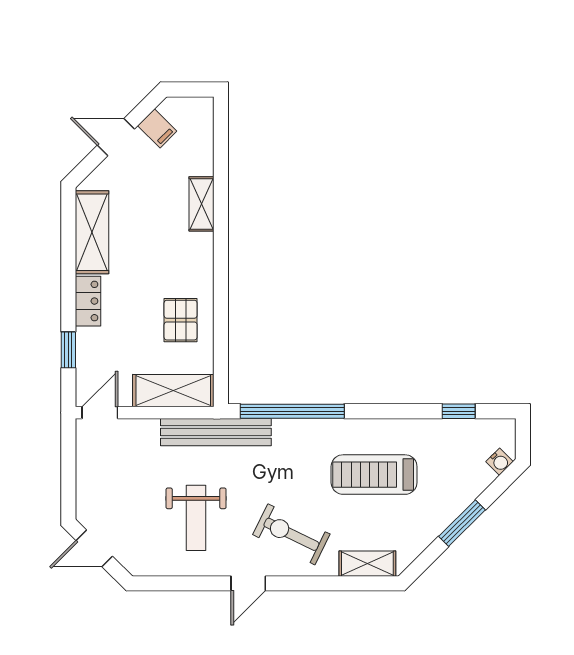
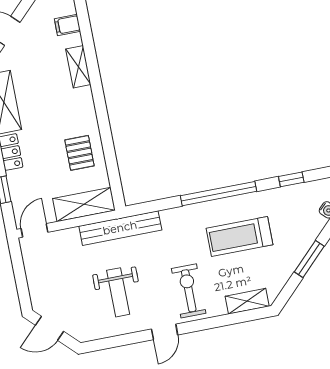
filing cabinet: (157, 128) -> (67, 25), moved, turned 135
window: (292, 411) -> (218, 194), moved
exercise bike: (291, 534) -> (189, 291), turned 64

